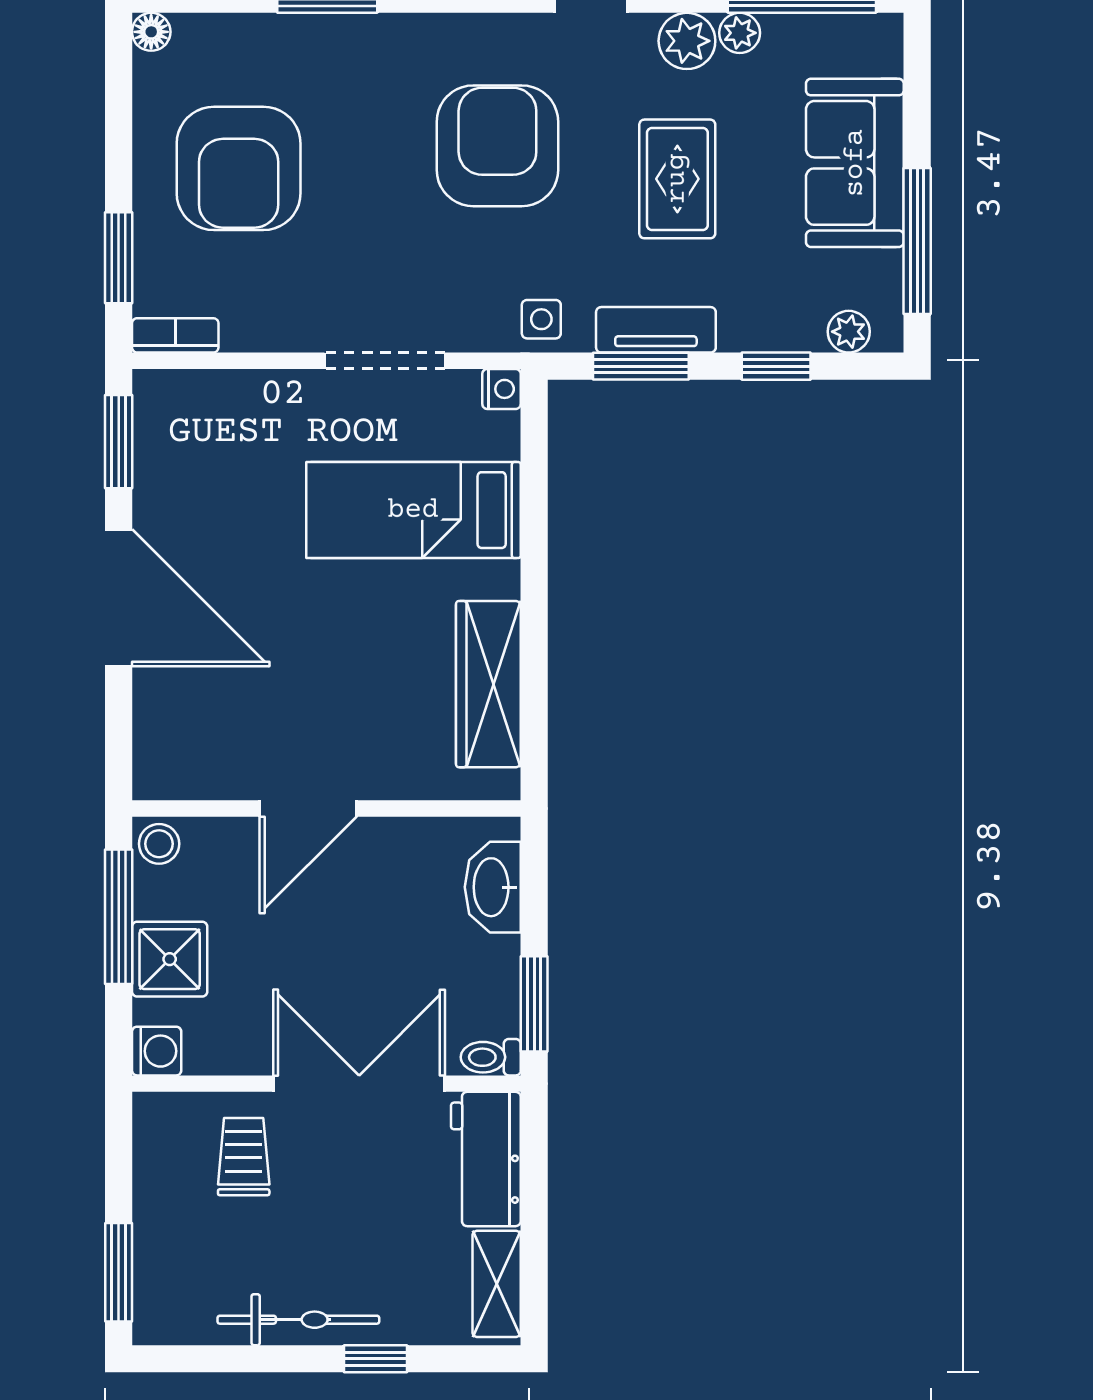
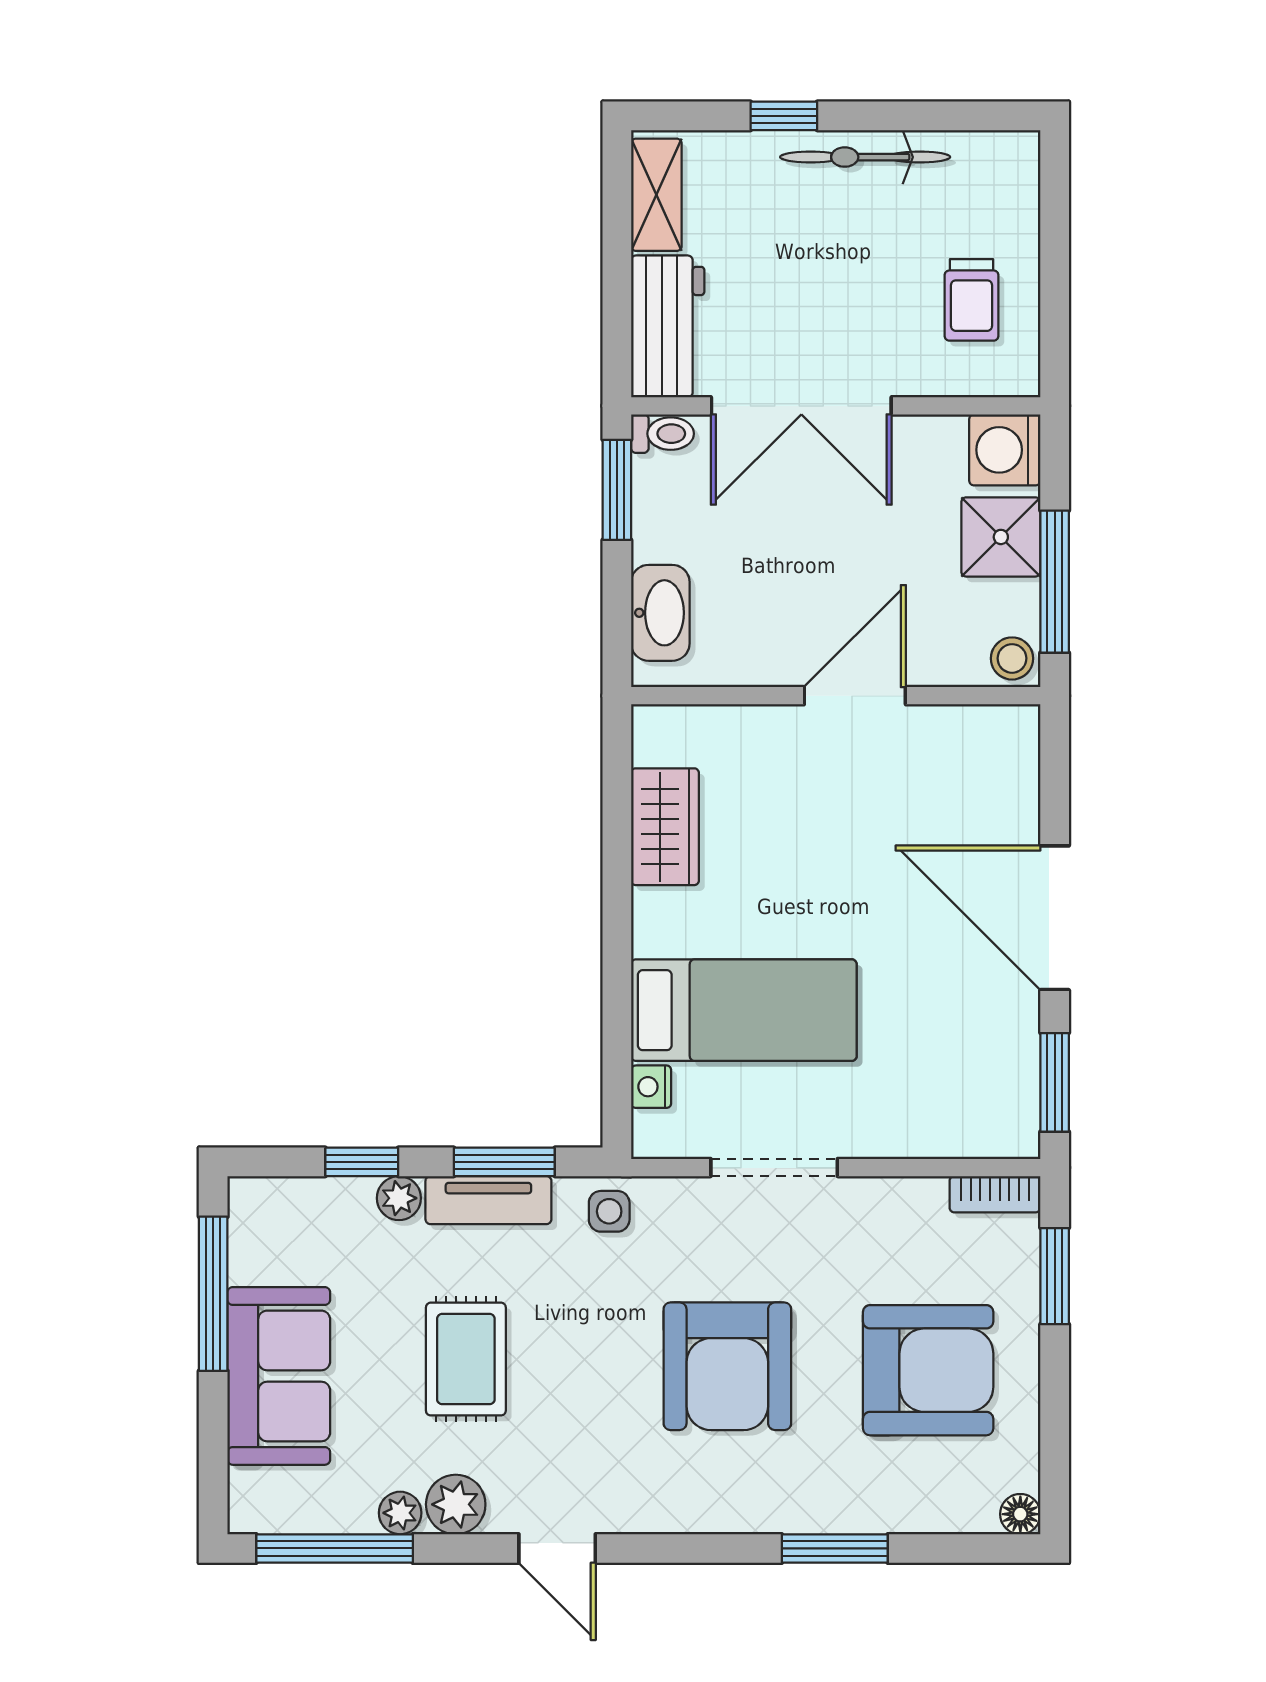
armchair: (497, 146) -> (727, 1366), moved
armchair: (239, 168) -> (928, 1370), turned 90
plant: (849, 332) -> (399, 1198), moved
nightstand: (501, 389) -> (651, 1087), moved
wardrobe: (488, 684) -> (665, 827), width x0.67
washing machine: (157, 1051) -> (1005, 450), width x1.38, depth x1.38
trolley: (244, 1157) -> (971, 300), moved
window: (119, 1272) -> (1055, 207), removed

